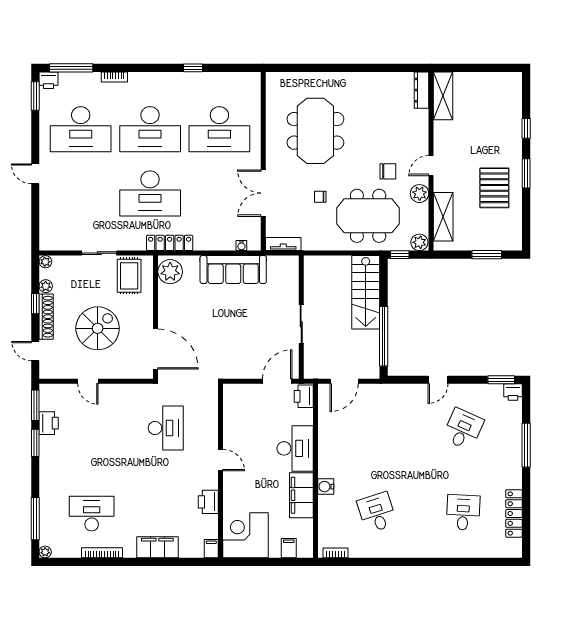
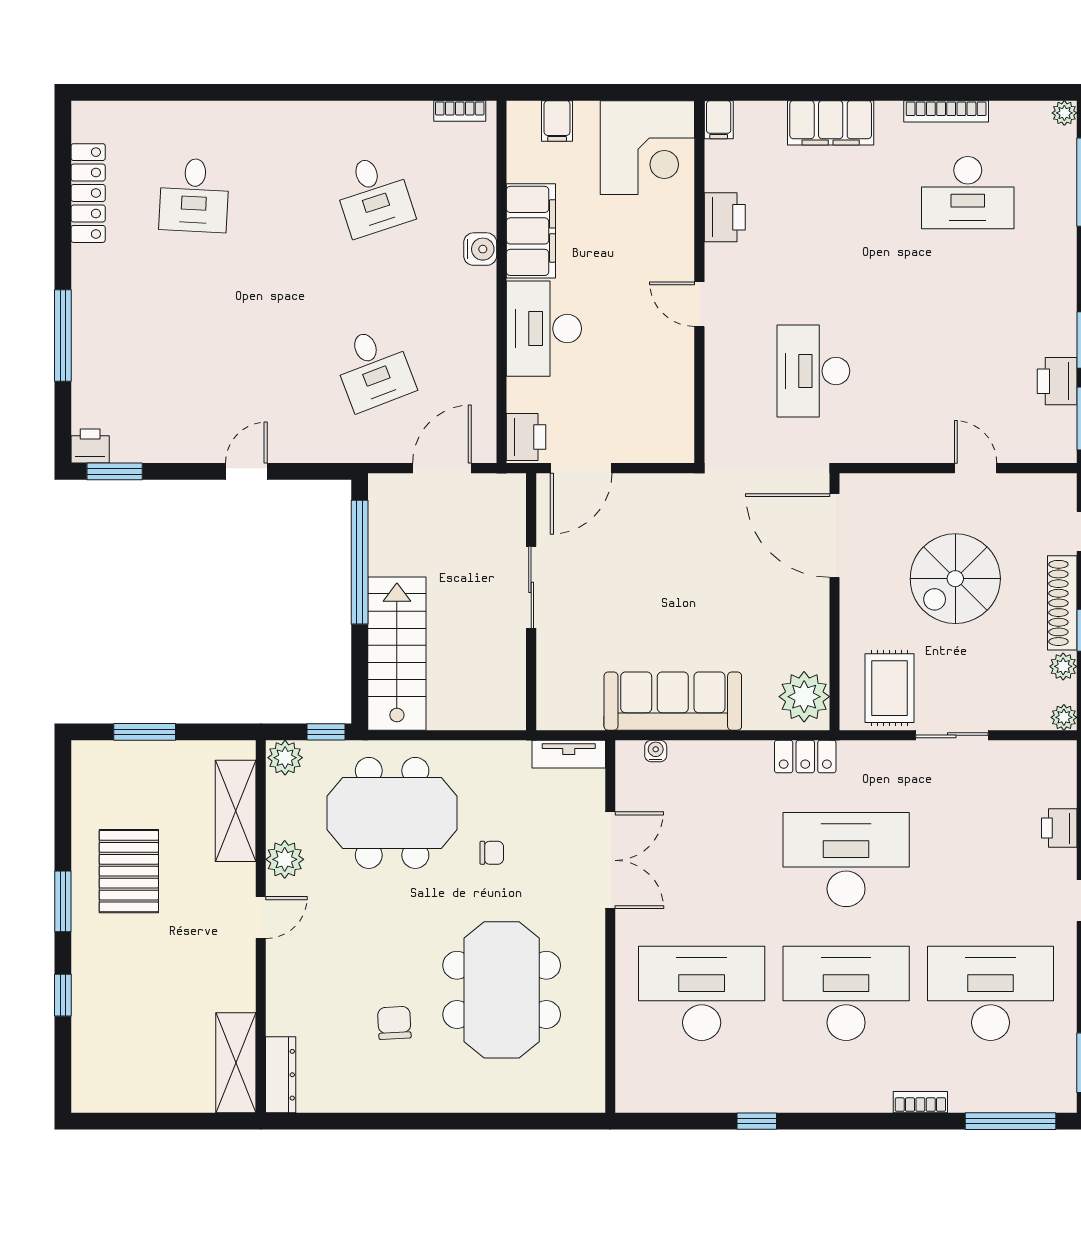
printer: (48, 80) -> (1059, 828), moved, turned -90
chair: (388, 171) -> (394, 1023), moved, turned 87
locker: (170, 243) -> (805, 757), width x0.66
desk: (463, 429) -> (374, 369), moved, turned -45

